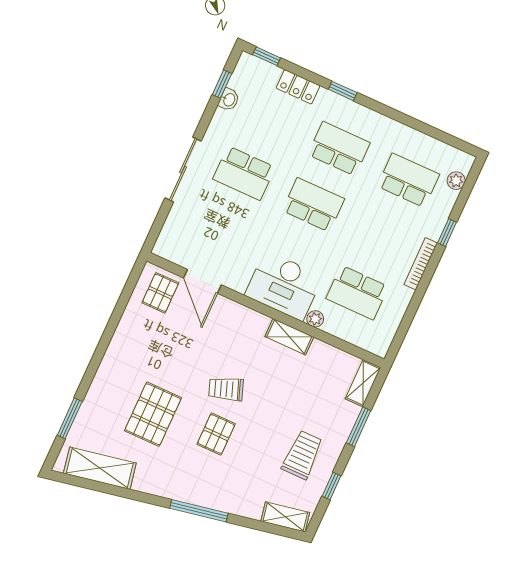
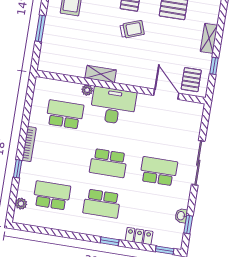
school desk: (408, 180) -> (52, 195), turned 180
window: (122, 304) -> (214, 66), added
shelving: (363, 383) -> (209, 38), moved

